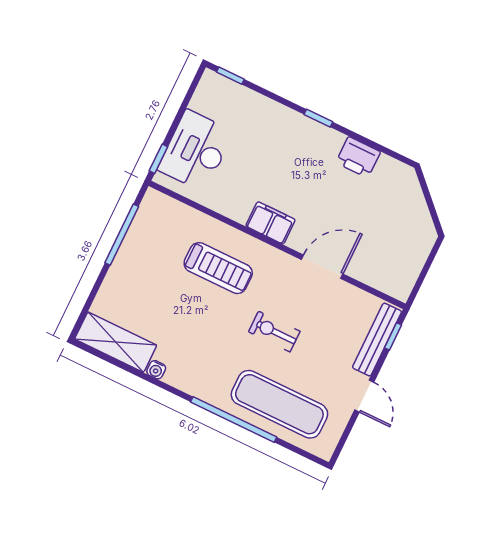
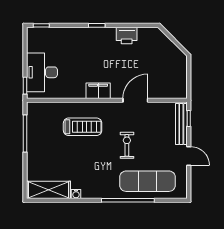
exercise bike: (274, 332) -> (127, 145), turned 90

